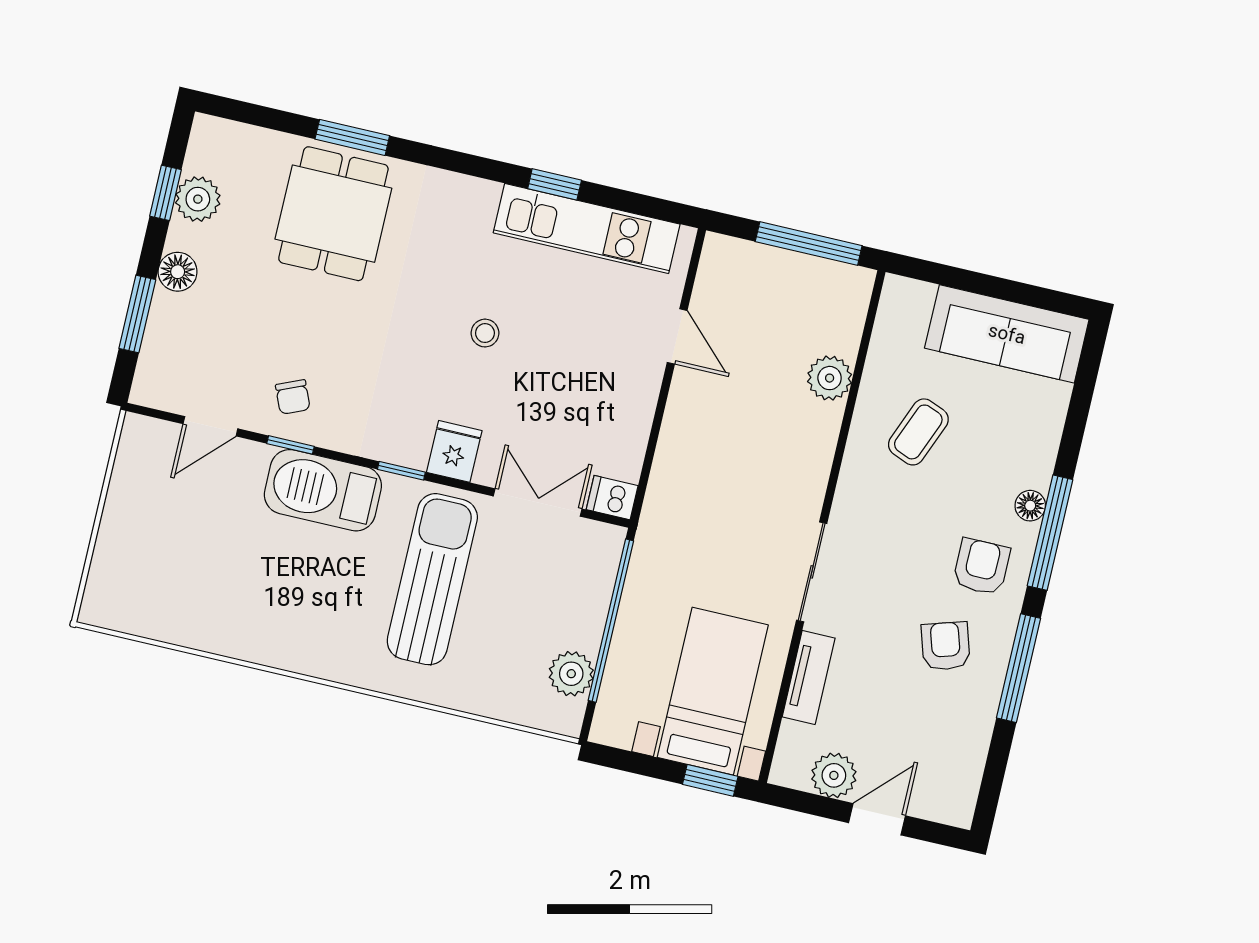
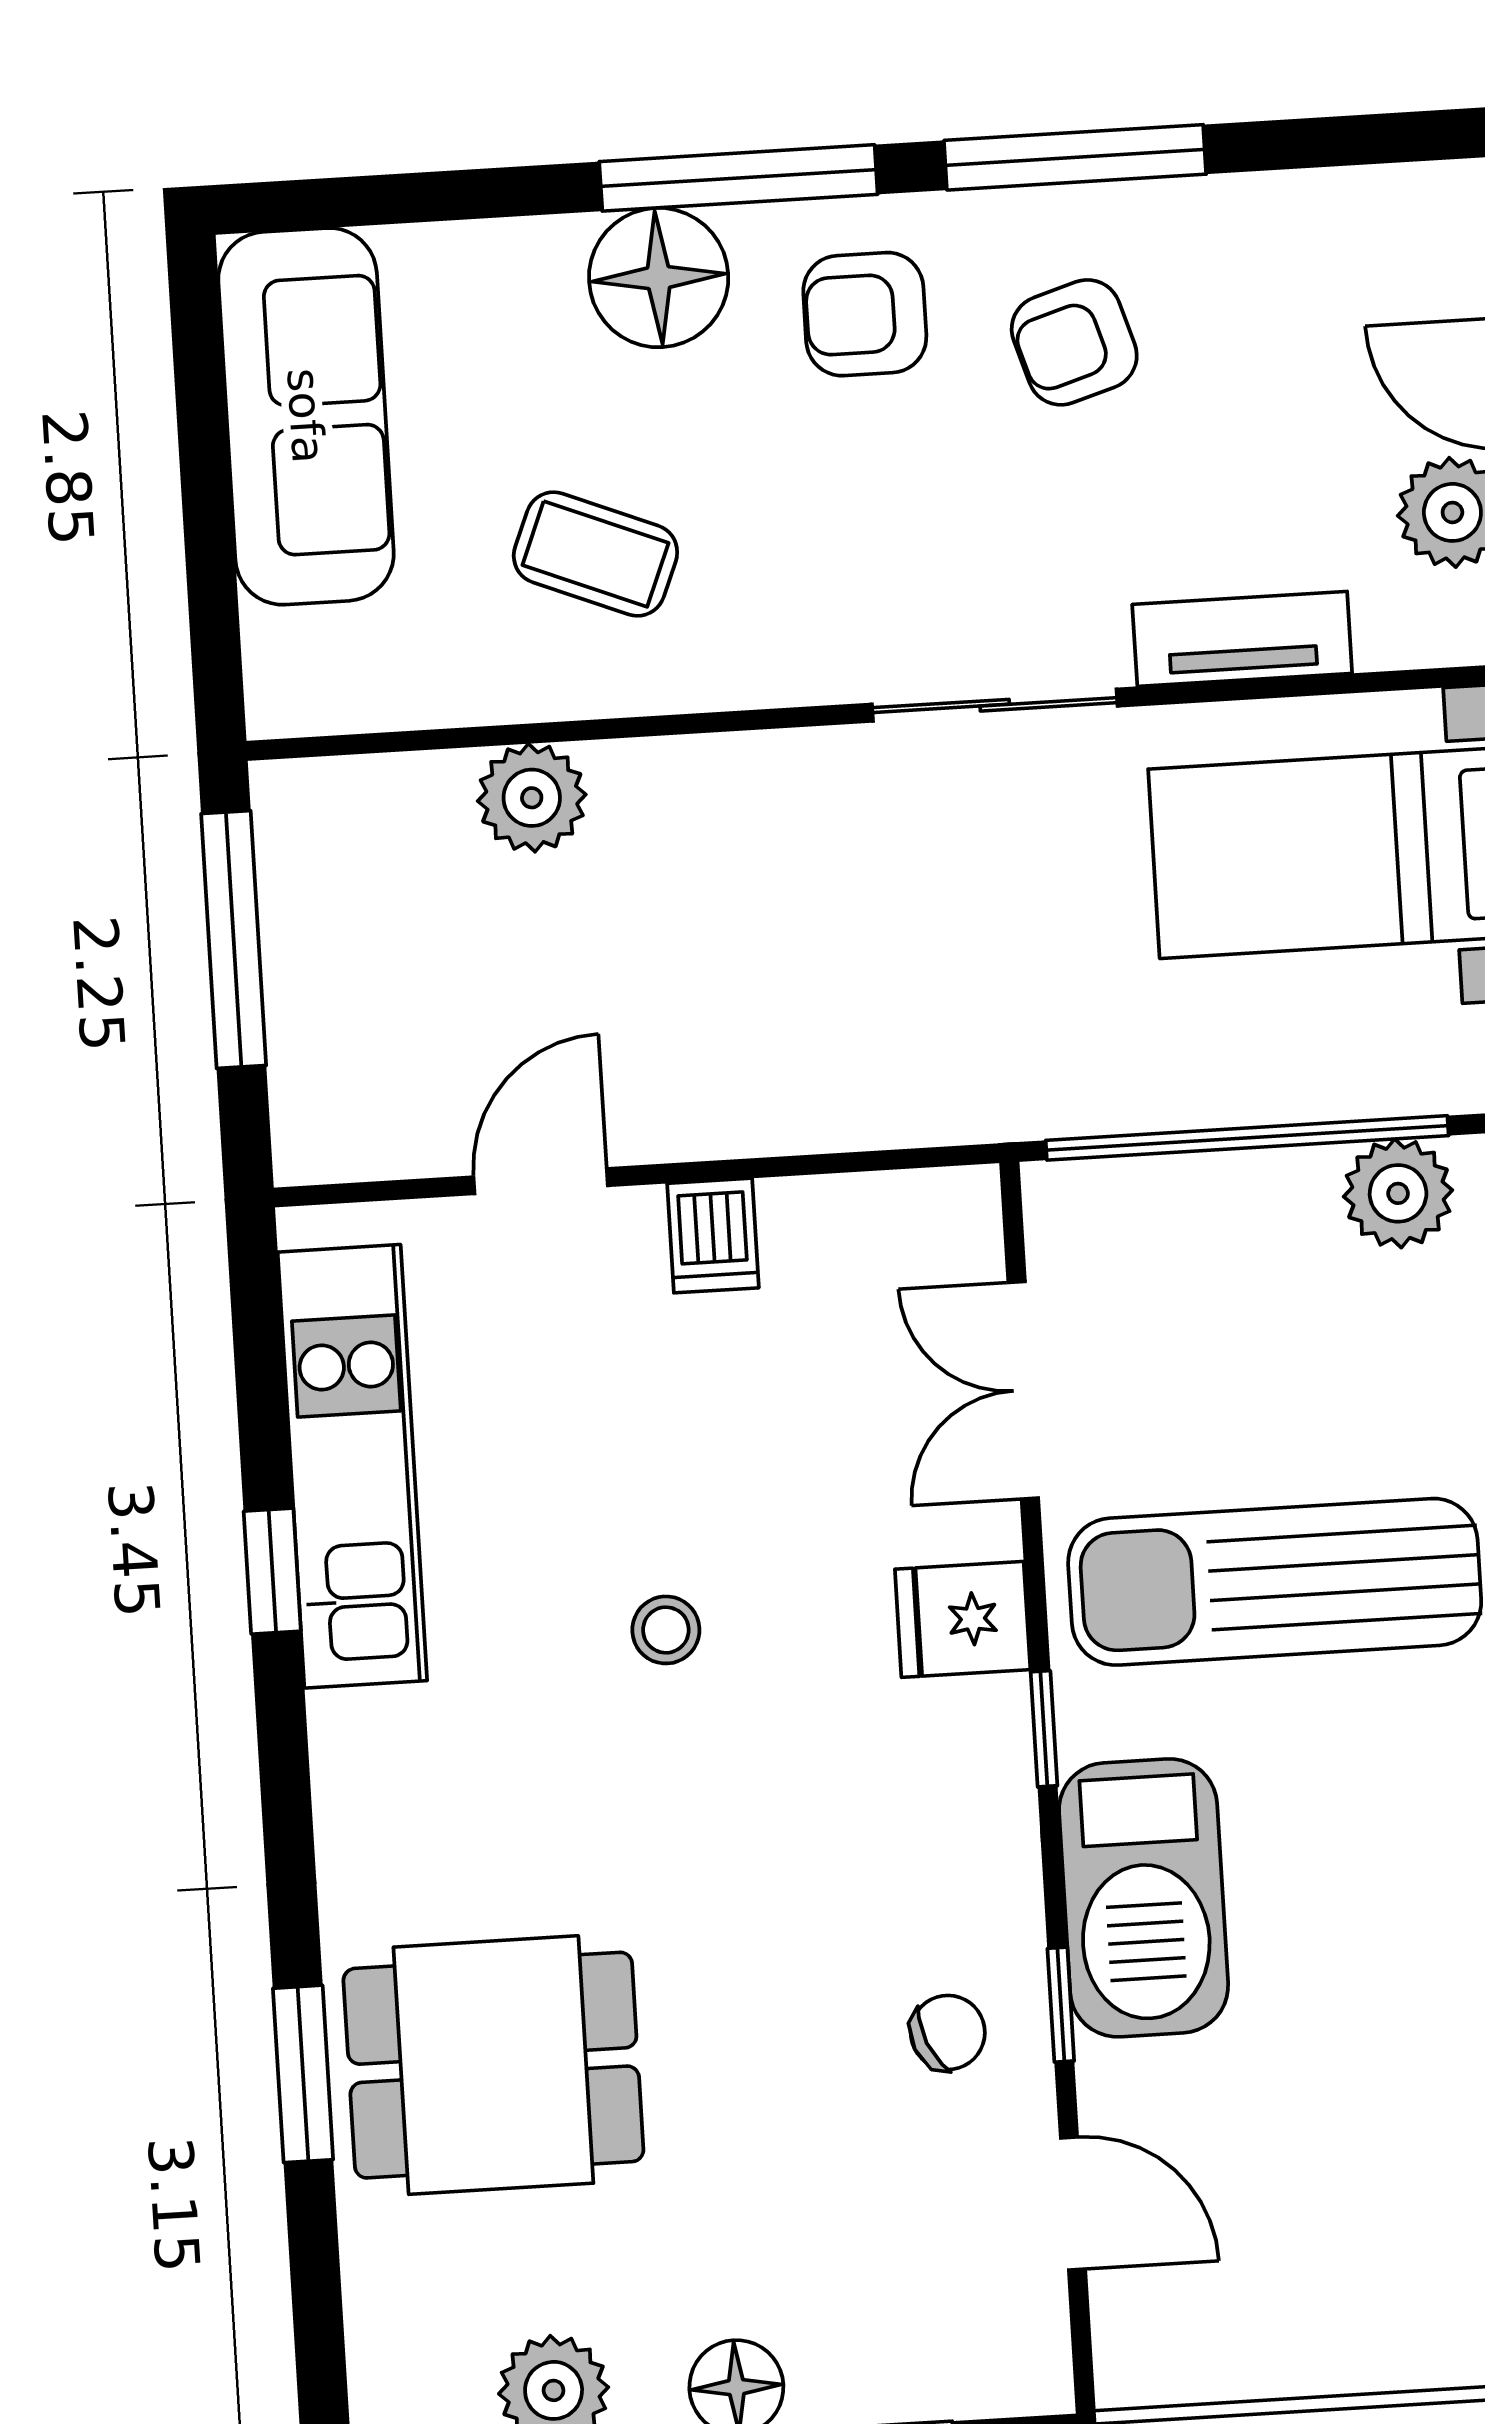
dishwasher: (612, 498) -> (713, 1236), moved
floor lamp: (1030, 506) -> (659, 278), width x1.89, depth x1.89

